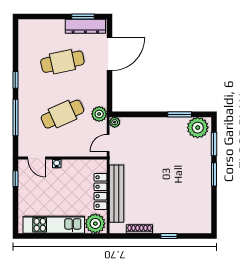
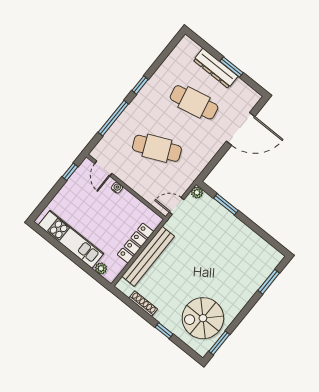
window: (83, 16) -> (231, 67), moved
dresser: (85, 26) -> (216, 68), moved
plant: (99, 114) -> (189, 174), removed
window: (180, 114) -> (226, 204), moved
plant: (198, 128) -> (266, 256), removed
window: (214, 174) -> (219, 343), moved
spiral stairs: (189, 206) -> (203, 318), added
plant: (95, 224) -> (101, 268), width x0.53, depth x0.53

